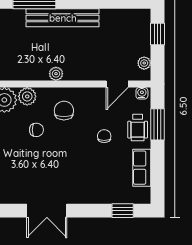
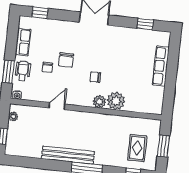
plant: (56, 74) -> (77, 116), removed
door: (117, 84) -> (57, 106), moved
chair: (64, 111) -> (66, 60), moved

